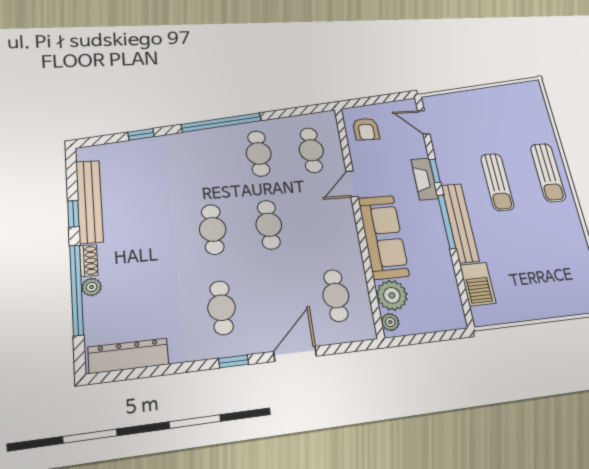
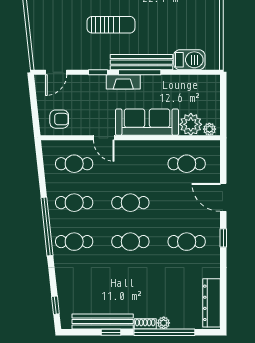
window: (141, 134) -> (55, 305), moved
cafe table: (204, 157) -> (74, 242), added
fireplace: (424, 179) -> (123, 82), moved

